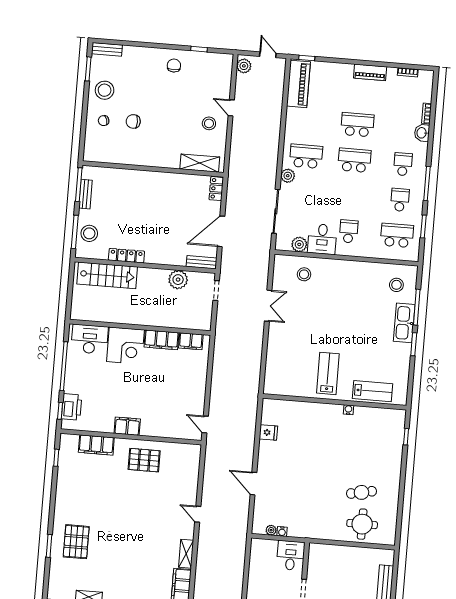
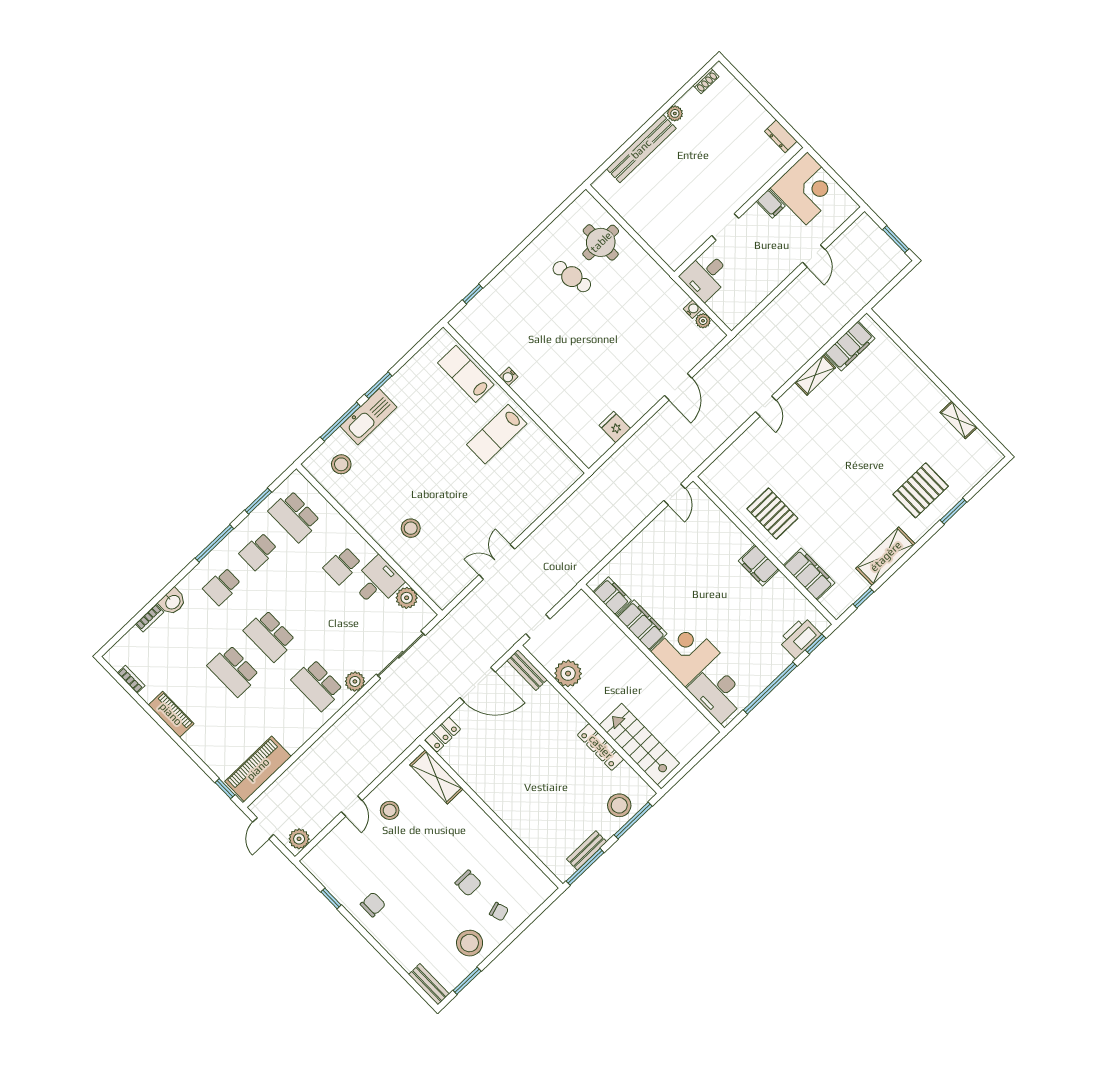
chair: (174, 66) -> (373, 905), turned 180
stool: (304, 274) -> (411, 528), moved
shelving: (64, 490) -> (886, 556), added

